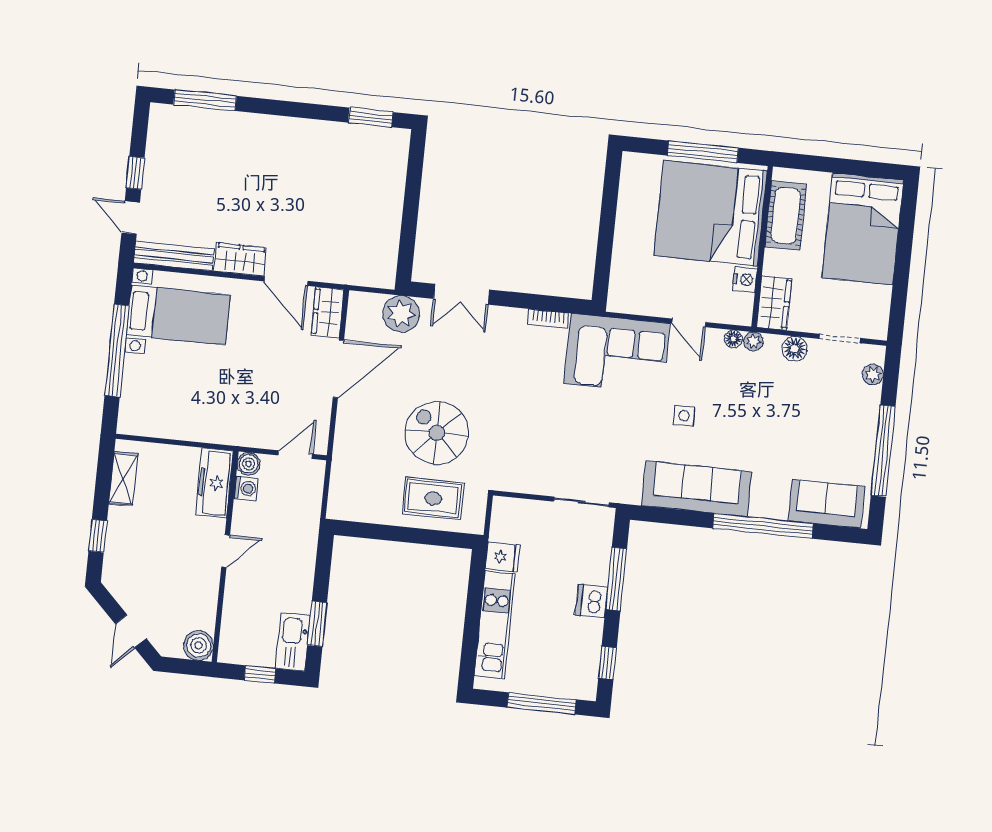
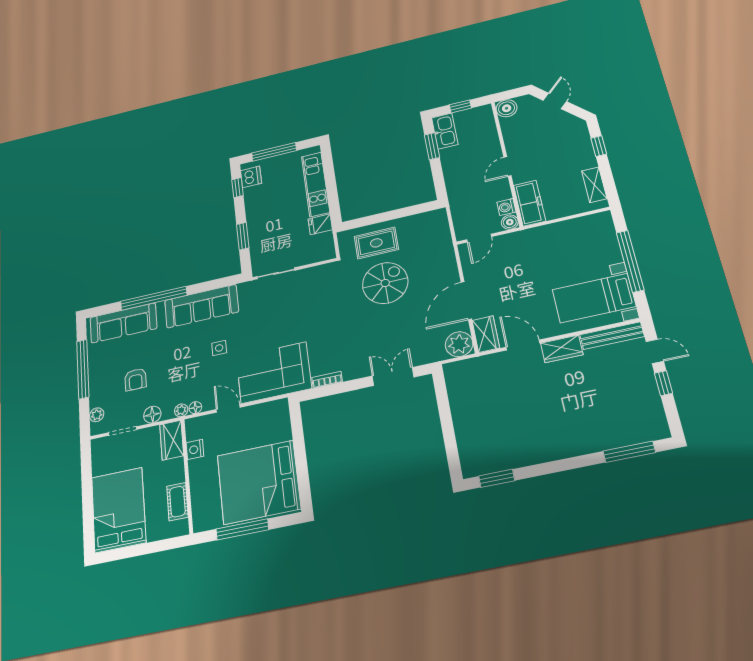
bed: (711, 213) -> (259, 482), moved, turned 180
cot: (786, 216) -> (177, 502), width x0.73, depth x0.75
plant: (401, 314) -> (459, 344), moved
armchair: (810, 409) -> (136, 379), added
spiral stairs: (437, 433) -> (385, 283), turned -90
sofa: (826, 504) -> (123, 323), width x1.36
window: (616, 579) -> (243, 236), width x0.69
dishwasher: (592, 601) -> (251, 177), moved

